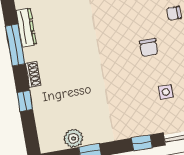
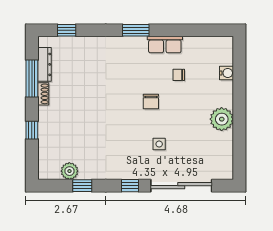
shoe rack: (33, 74) -> (43, 94), moved

